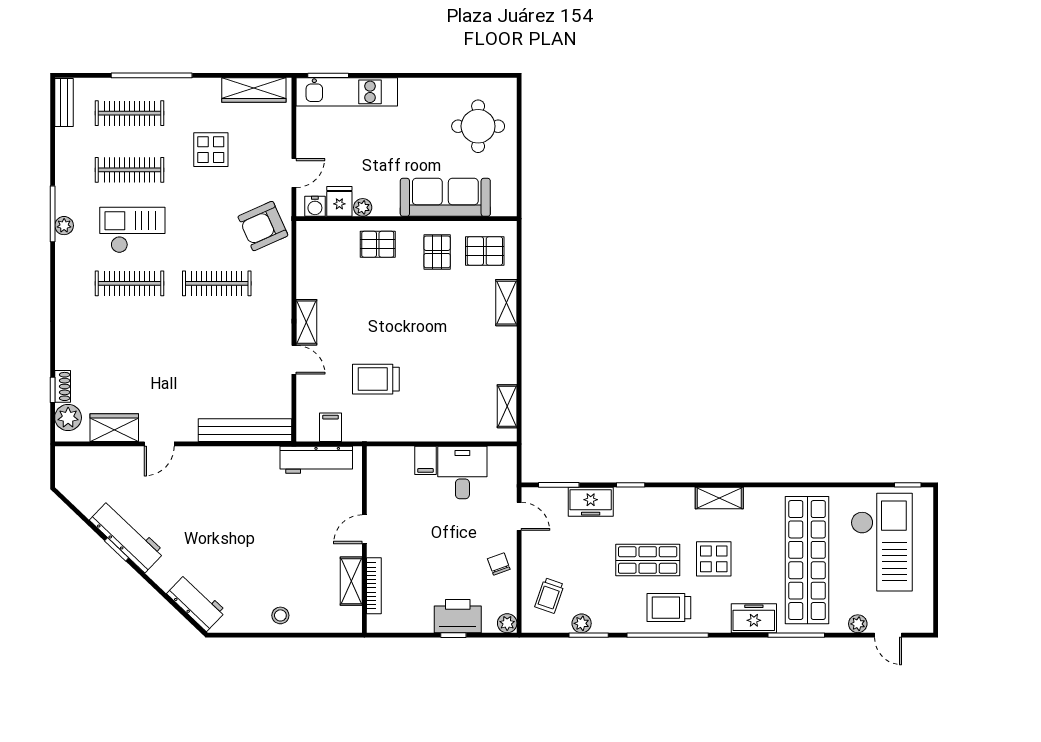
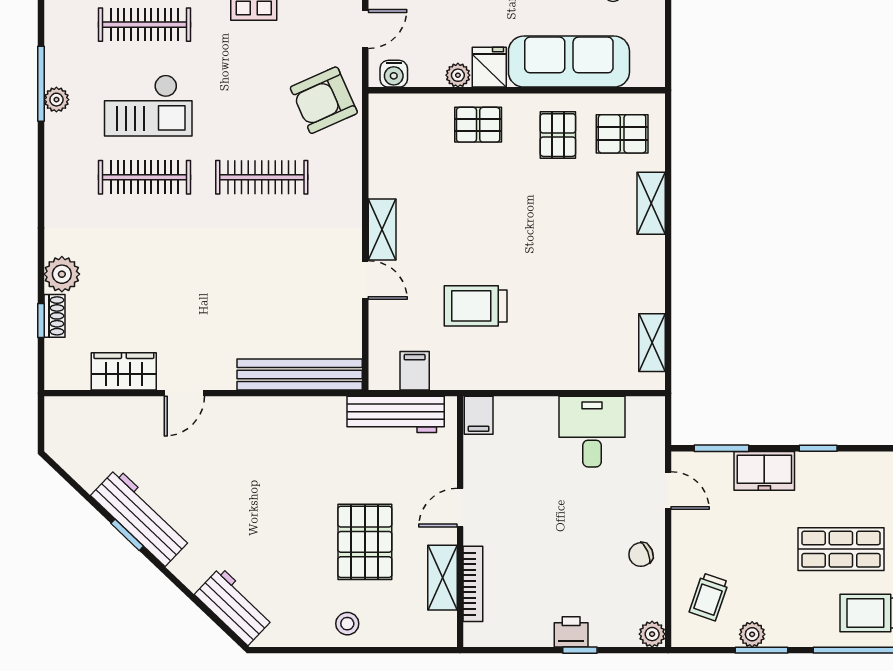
fridge: (339, 201) -> (489, 67), moved
checkout: (132, 230) -> (148, 106), turned 180
plant: (68, 418) -> (62, 274), moved
filing cabinet: (425, 460) -> (479, 415), moved
pallet: (293, 555) -> (365, 542), added
chair: (499, 564) -> (641, 554), turned -93
printer: (458, 616) -> (571, 632), width x0.53, depth x0.68

